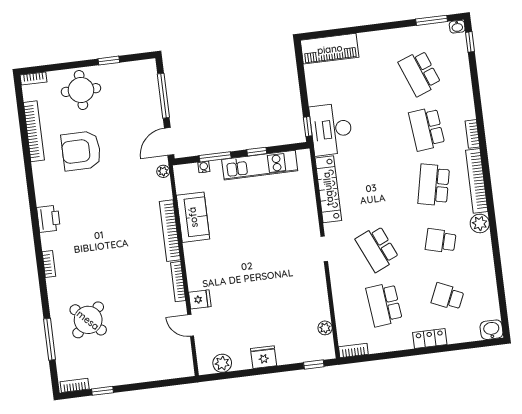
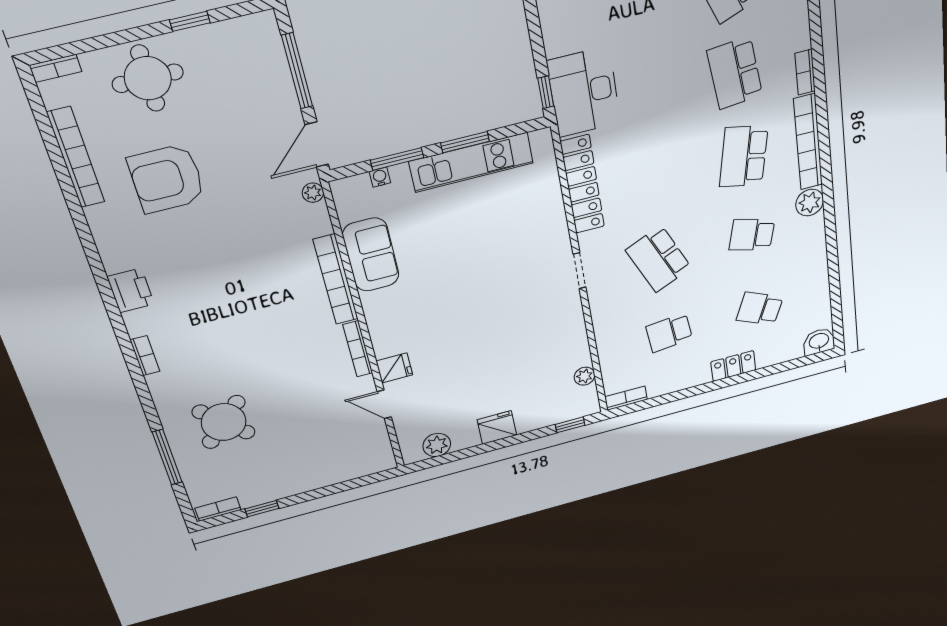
window: (257, 152) -> (465, 142), width x1.50
school desk: (384, 305) -> (669, 333), width x0.54

